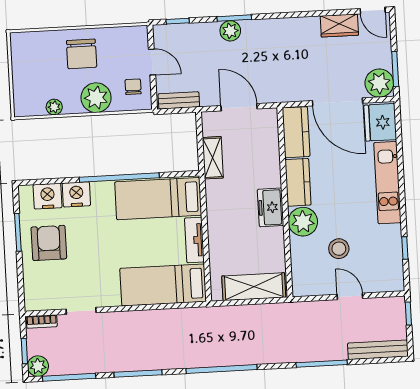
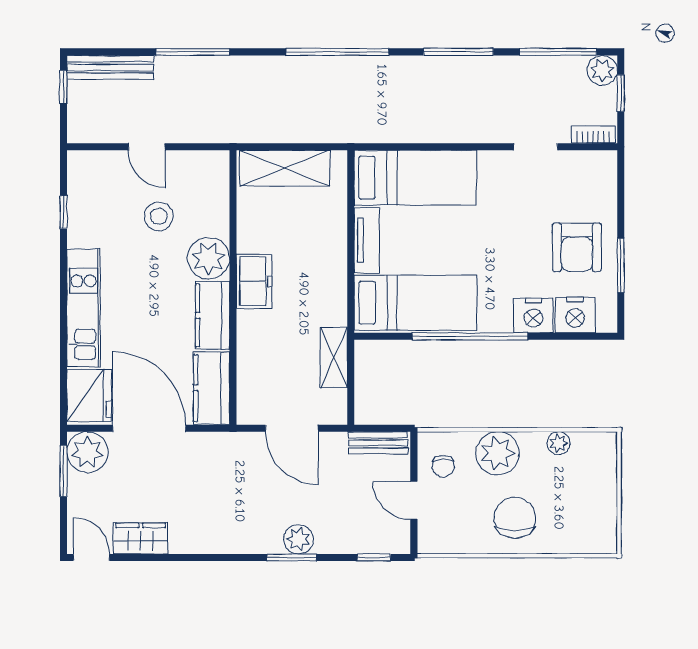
window: (408, 313) -> (63, 87), moved

